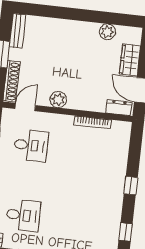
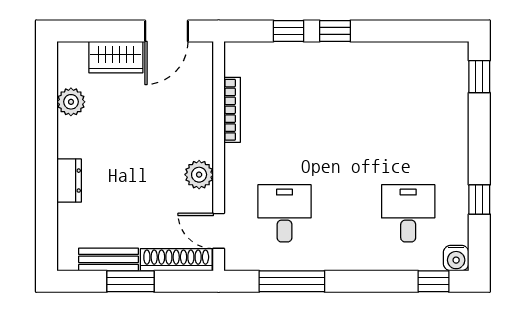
bench: (17, 31) -> (108, 259), moved
dresser: (119, 108) -> (69, 181), moved, turned 180
window: (126, 232) -> (289, 31), moved

